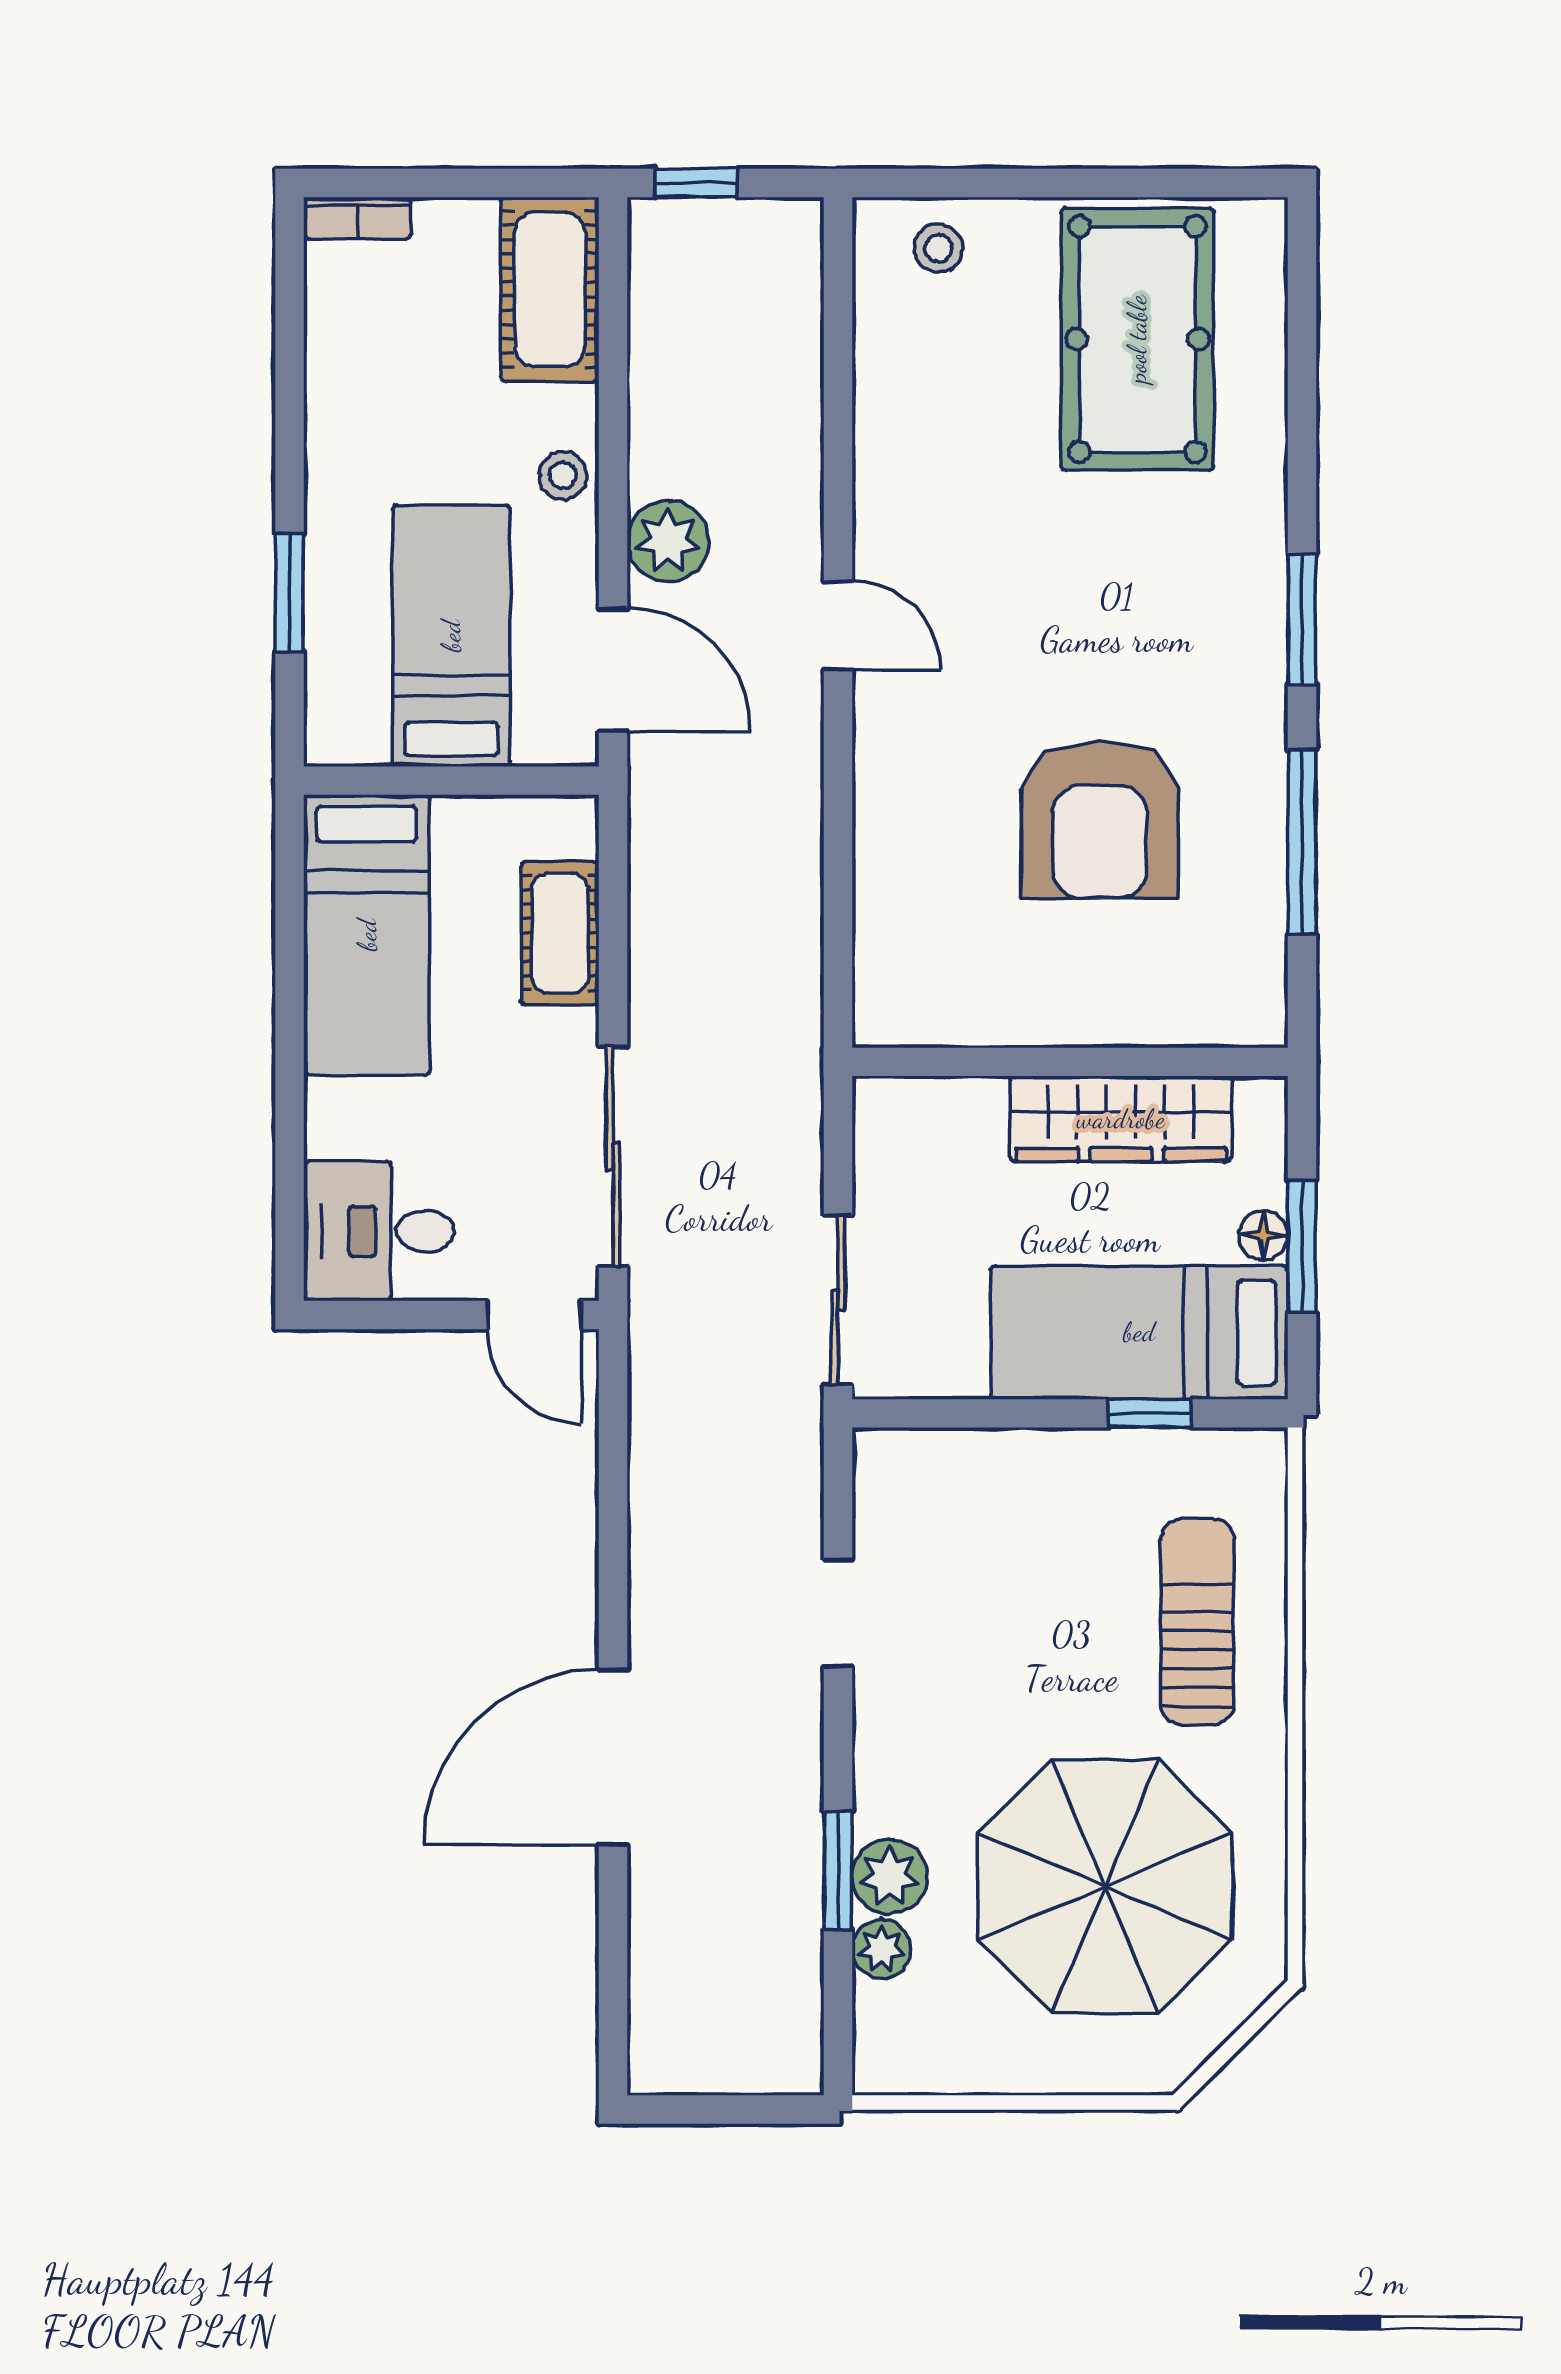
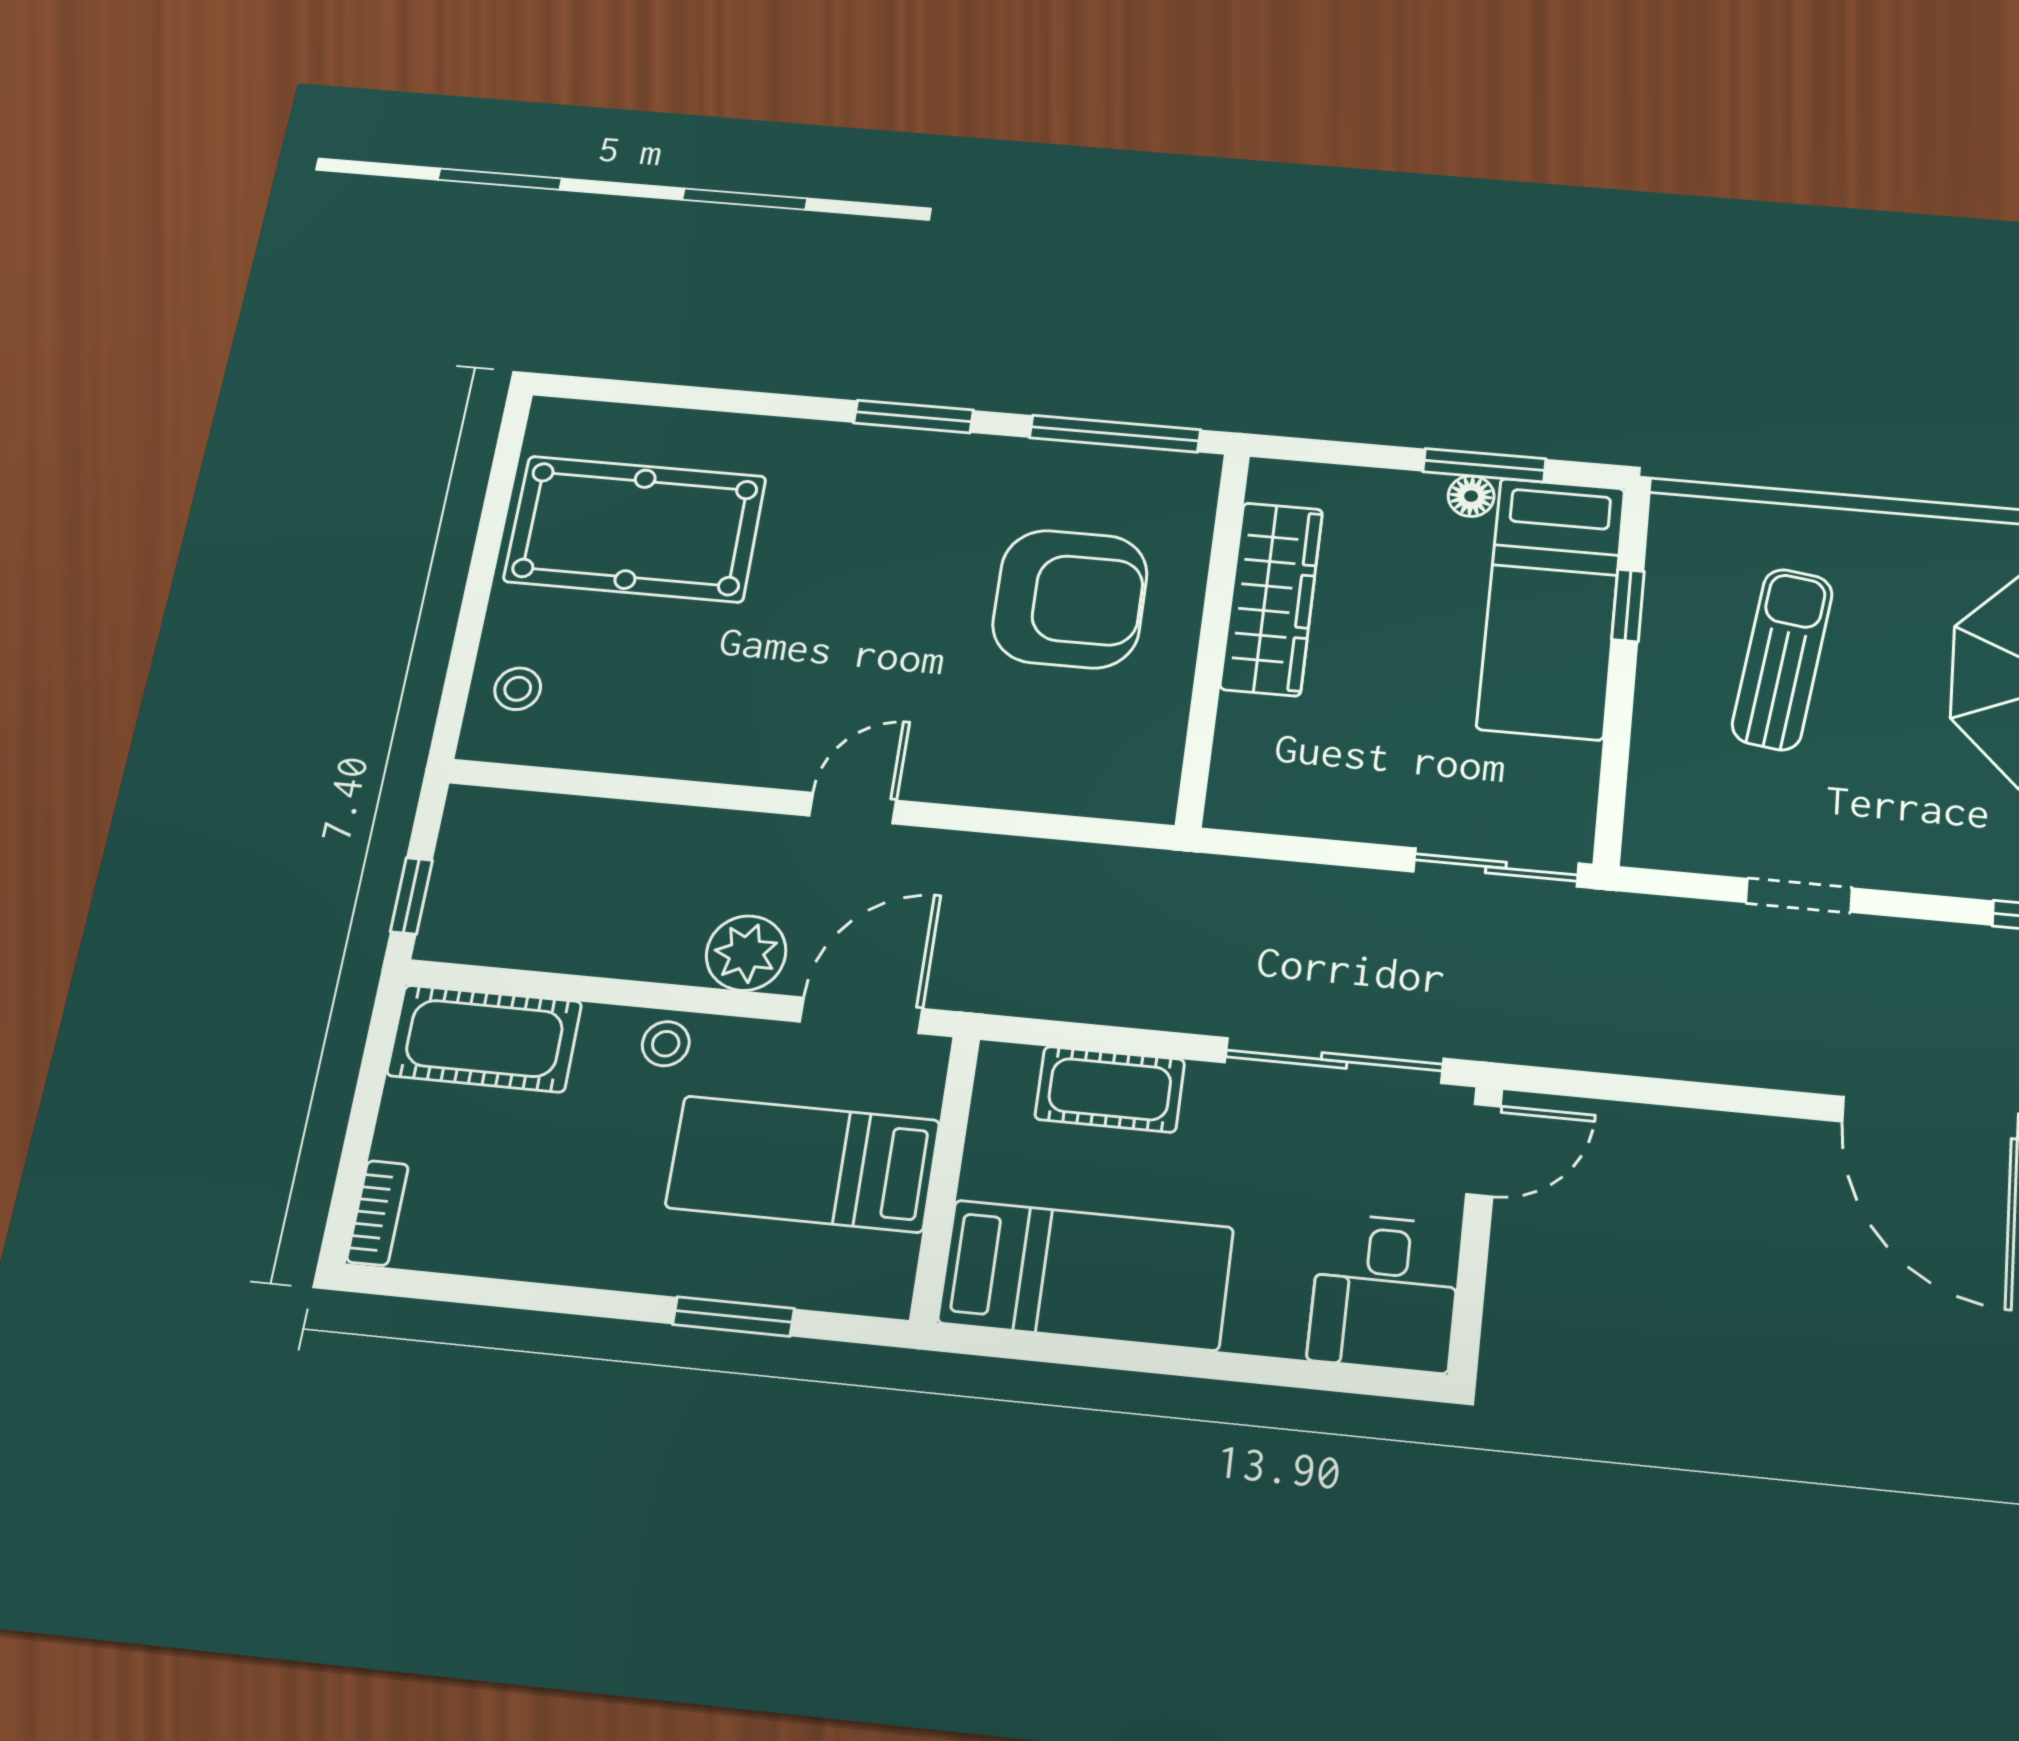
wall: (1070, 1062) -> (1213, 637), moved
wardrobe: (1121, 1119) -> (1272, 599), moved
sun lounger: (1197, 1622) -> (1782, 659), moved, turned 98

